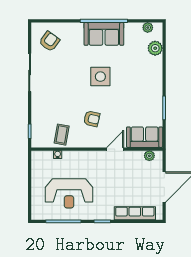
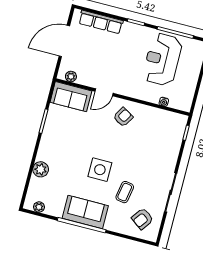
plant: (155, 48) -> (41, 169), moved
armchair: (92, 119) -> (123, 117), moved, turned 108
coffee table: (62, 135) -> (125, 192), moved
reception desk: (69, 193) -> (162, 59), turned -90

